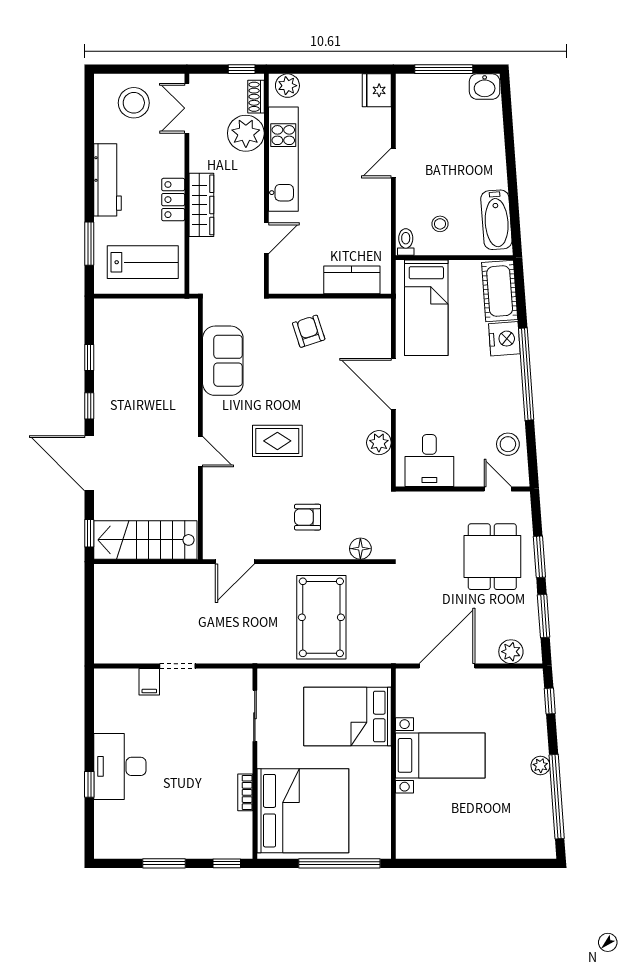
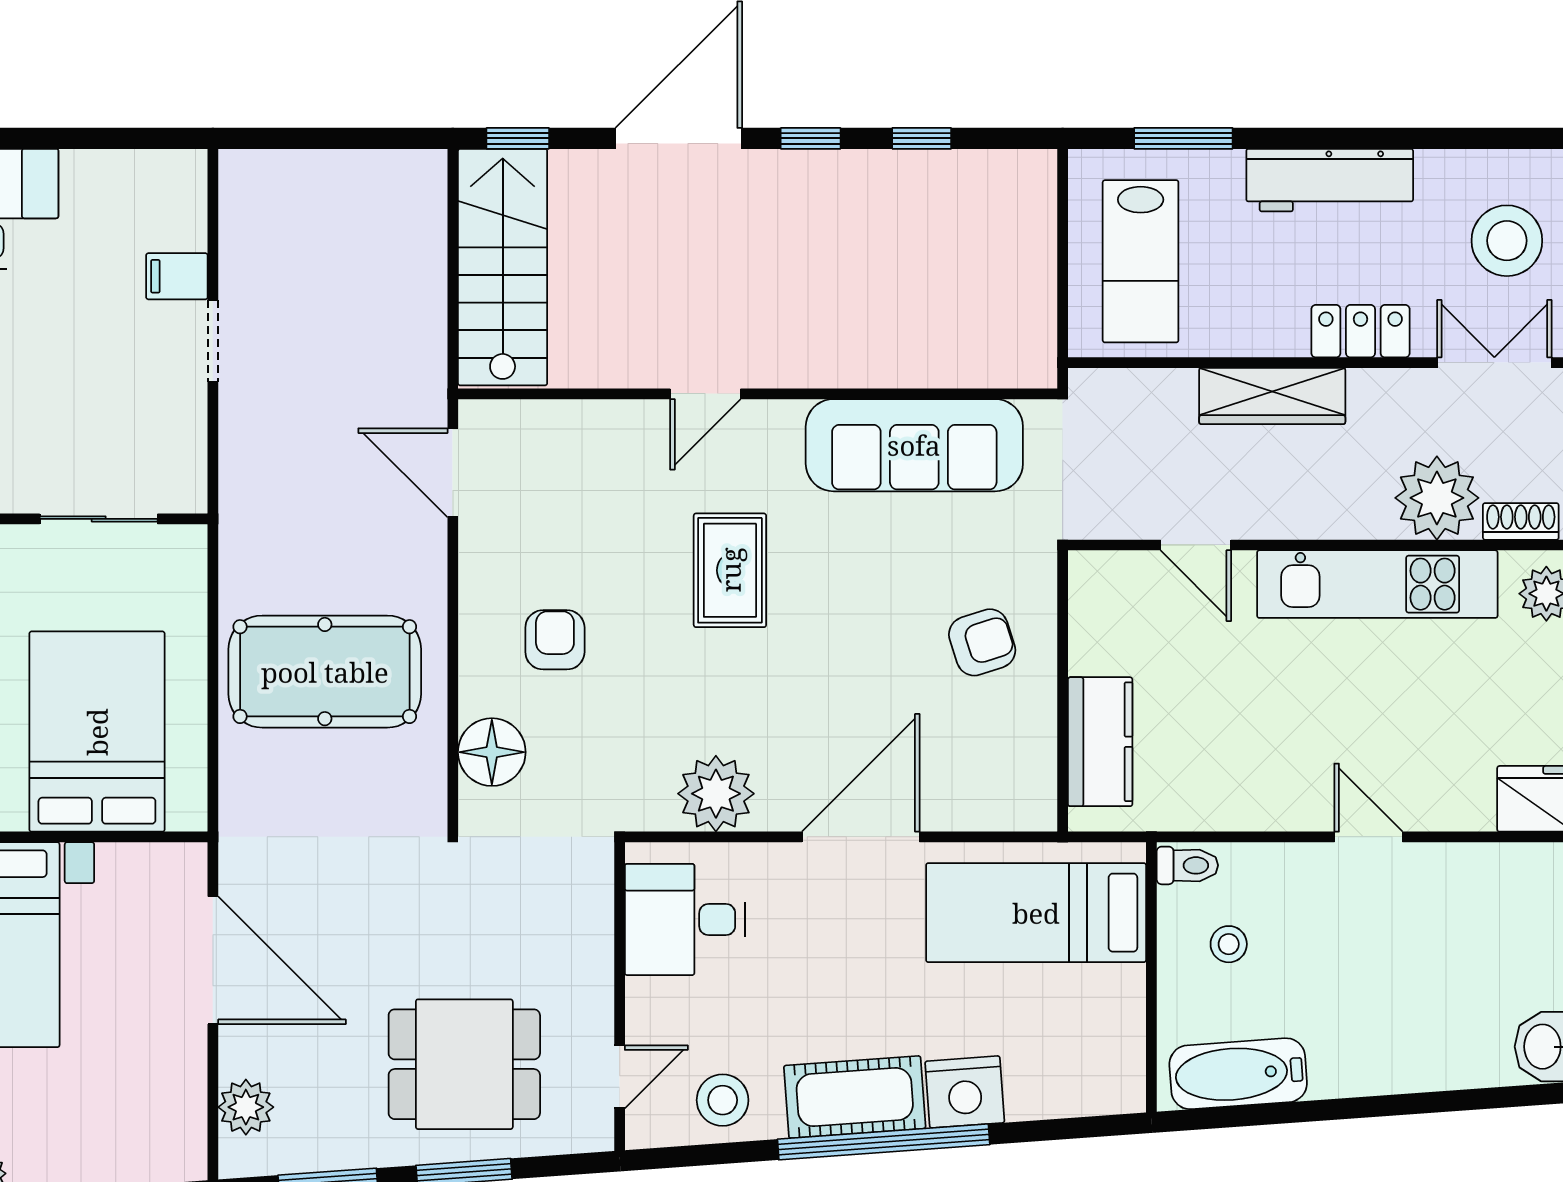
locker: (173, 200) -> (1360, 331), moved
cot: (500, 291) -> (855, 1097), moved
sofa: (223, 361) -> (914, 445), width x1.36
plant: (379, 443) -> (716, 794), width x1.36, depth x1.36
floor lamp: (360, 549) -> (492, 752), width x1.38, depth x1.38

